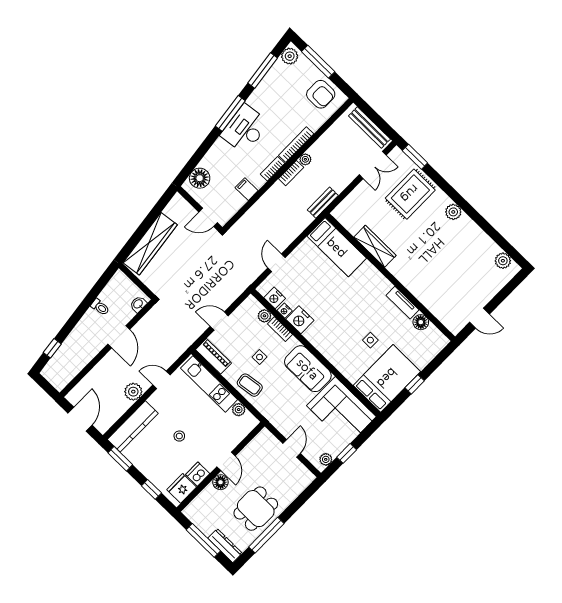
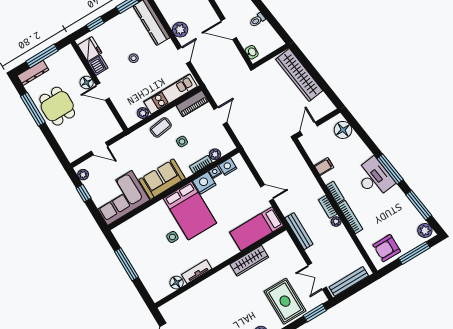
bench: (323, 203) -> (299, 231), width x1.36
door: (277, 263) -> (267, 193), moved
bed: (387, 378) -> (190, 211), moved
window: (415, 384) -> (126, 264), width x2.17

